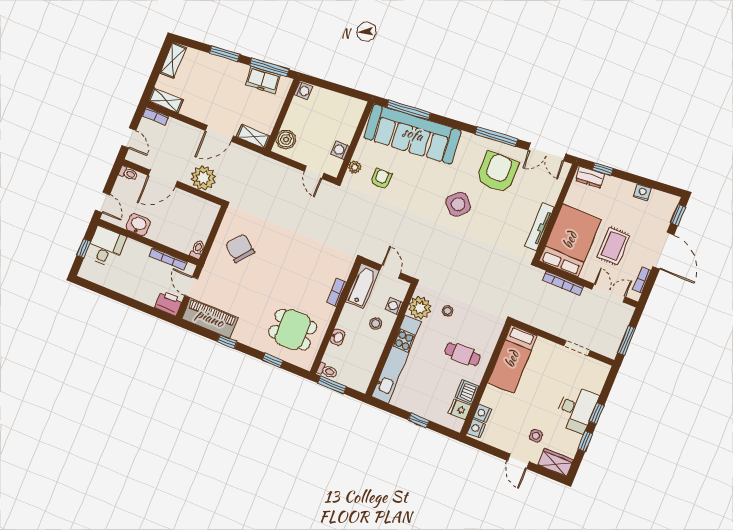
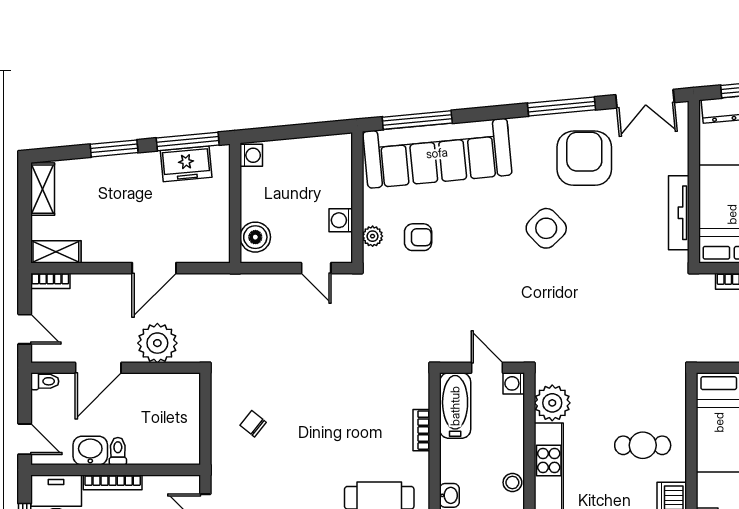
shelving: (253, 136) -> (206, 252), removed
armchair: (381, 179) -> (418, 237), turned 90
chair: (240, 248) -> (253, 424), width x0.54, depth x0.54
toilet: (197, 249) -> (118, 451), moved
bookcase: (168, 259) -> (113, 482), moved
washing machine: (394, 306) -> (514, 383), moved
stool: (448, 311) -> (595, 391), removed
stool: (376, 323) -> (512, 482), moved

